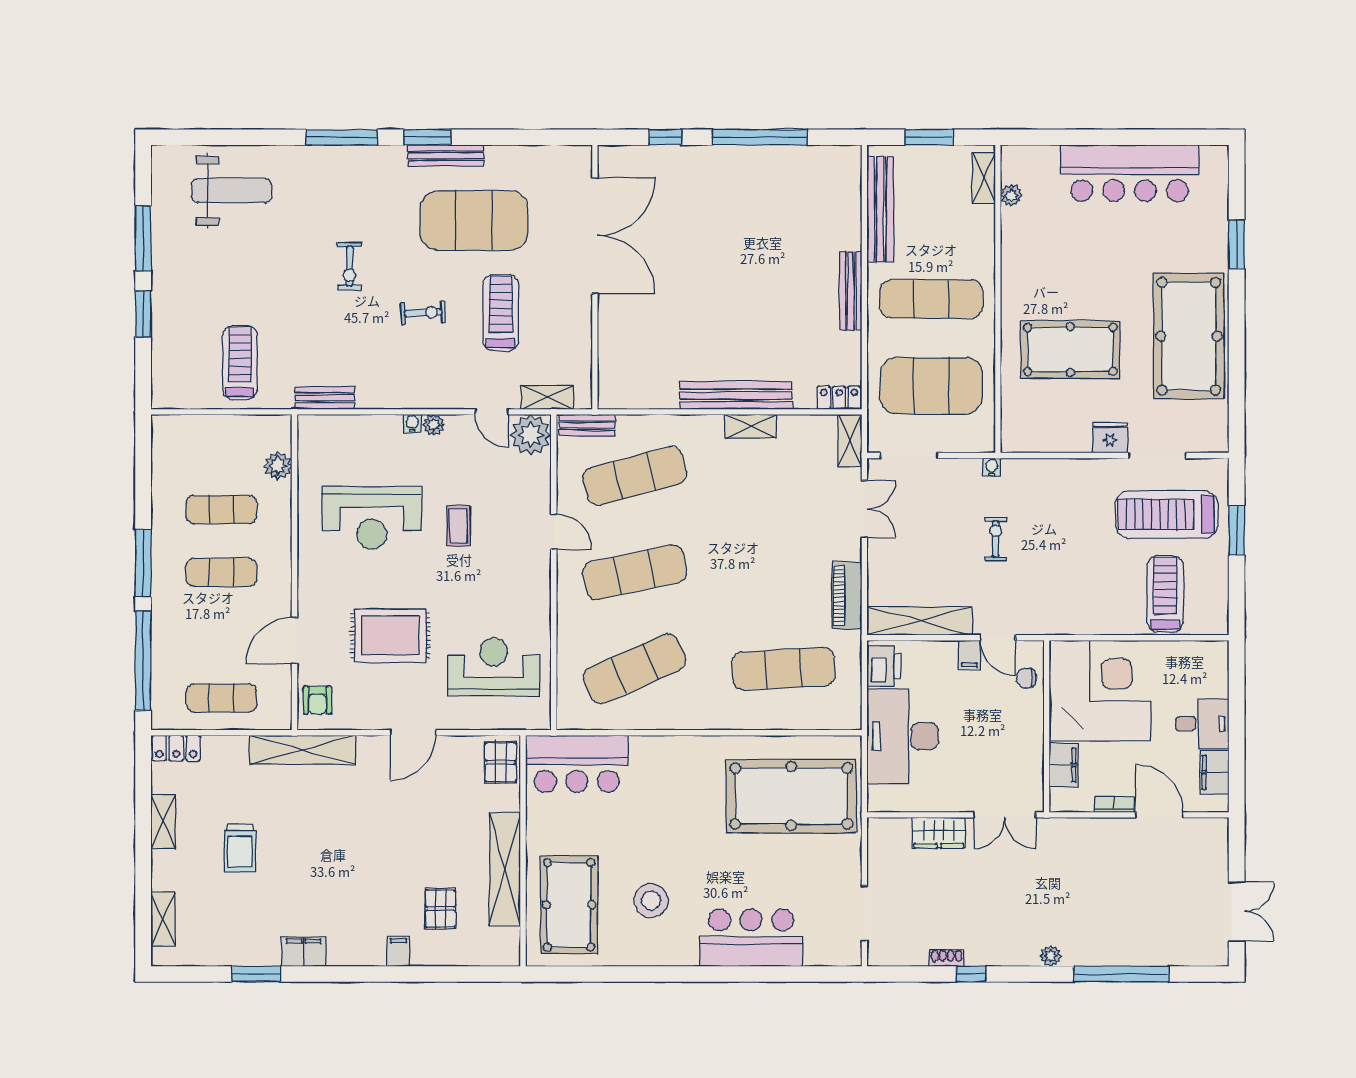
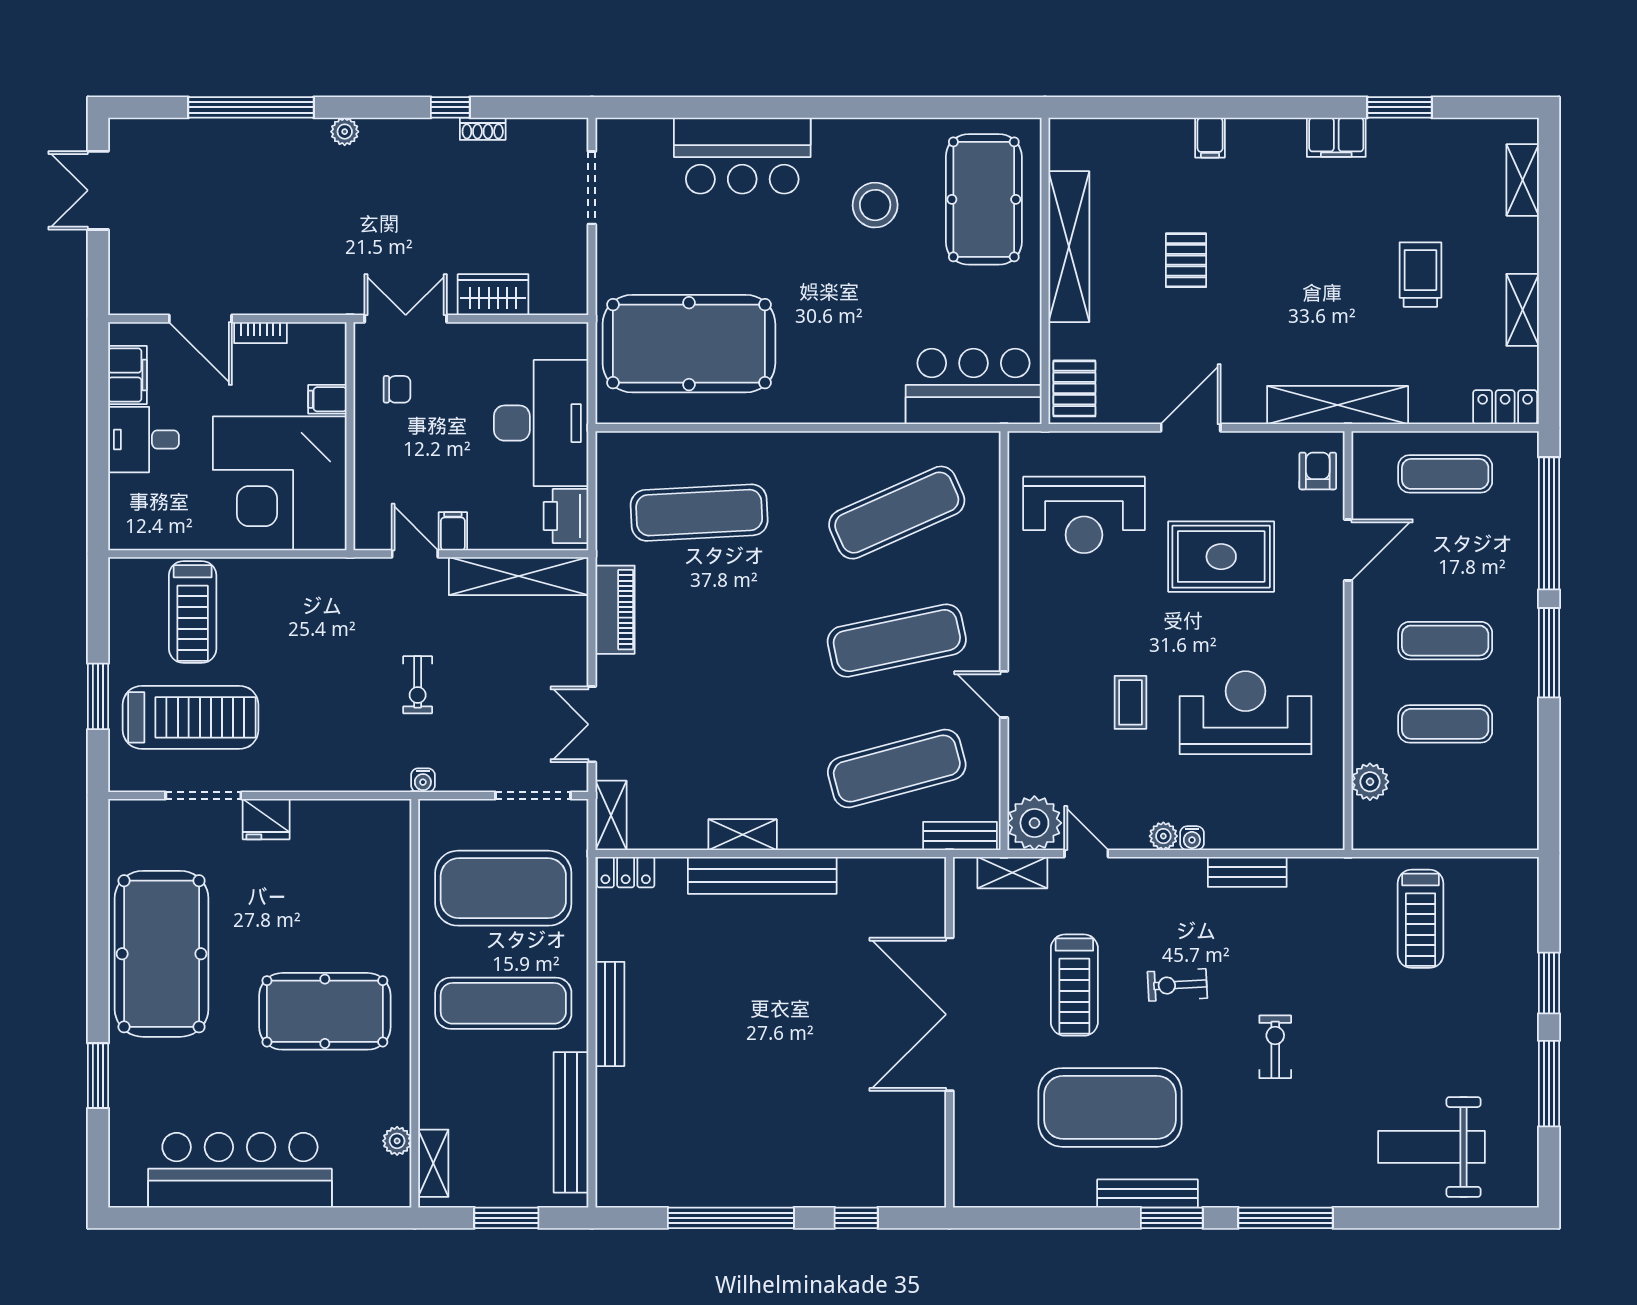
double door: (595, 236) -> (950, 1014), moved
pool table: (1070, 349) -> (325, 1011), moved
bench: (325, 398) -> (1247, 872), moved
chair: (1026, 678) -> (397, 389), moved
filing cabinet: (1064, 765) -> (327, 399), width x0.50
pallet: (441, 909) -> (1186, 260), moved

